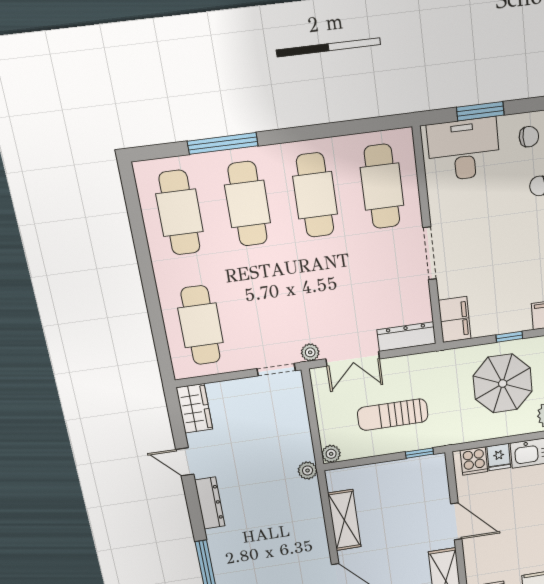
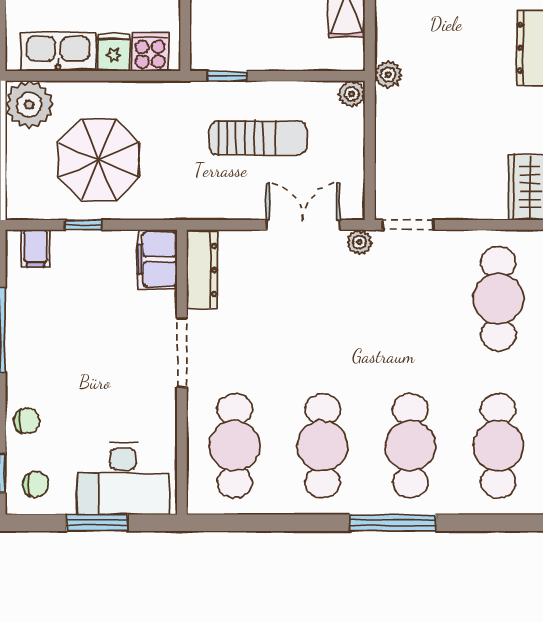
chair: (529, 137) -> (36, 484), turned 180
window: (223, 143) -> (393, 523), moved
dresser: (406, 337) -> (202, 270), moved, turned -90

